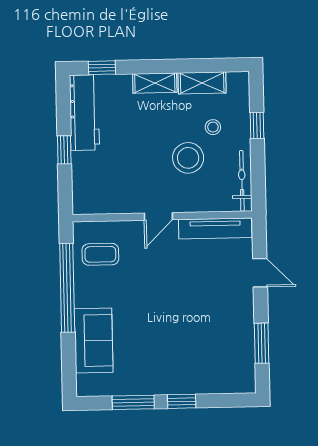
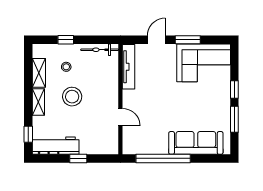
stool: (188, 158) -> (72, 97), moved
door: (158, 216) -> (120, 117), moved
coffee table: (100, 254) -> (143, 138), removed
sofa: (94, 341) -> (196, 143), width x1.36
window: (262, 343) -> (188, 40), moved
corner sofa: (224, 350) -> (204, 63), added

